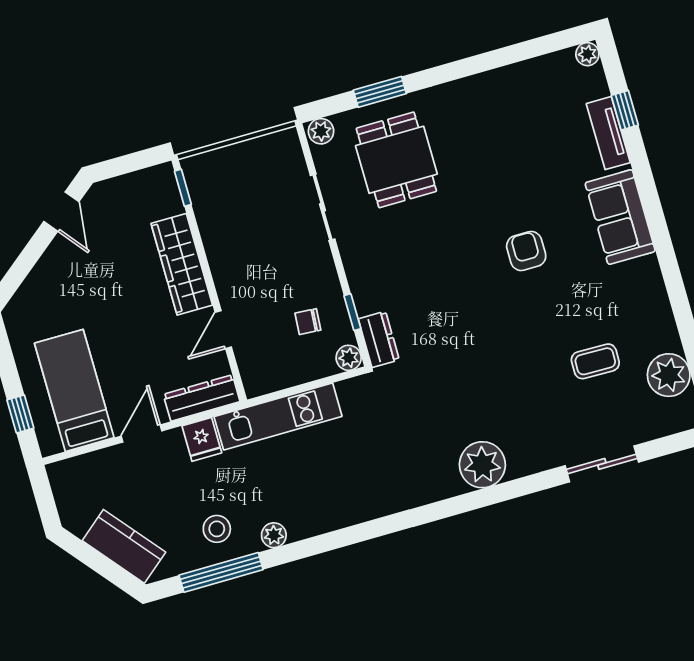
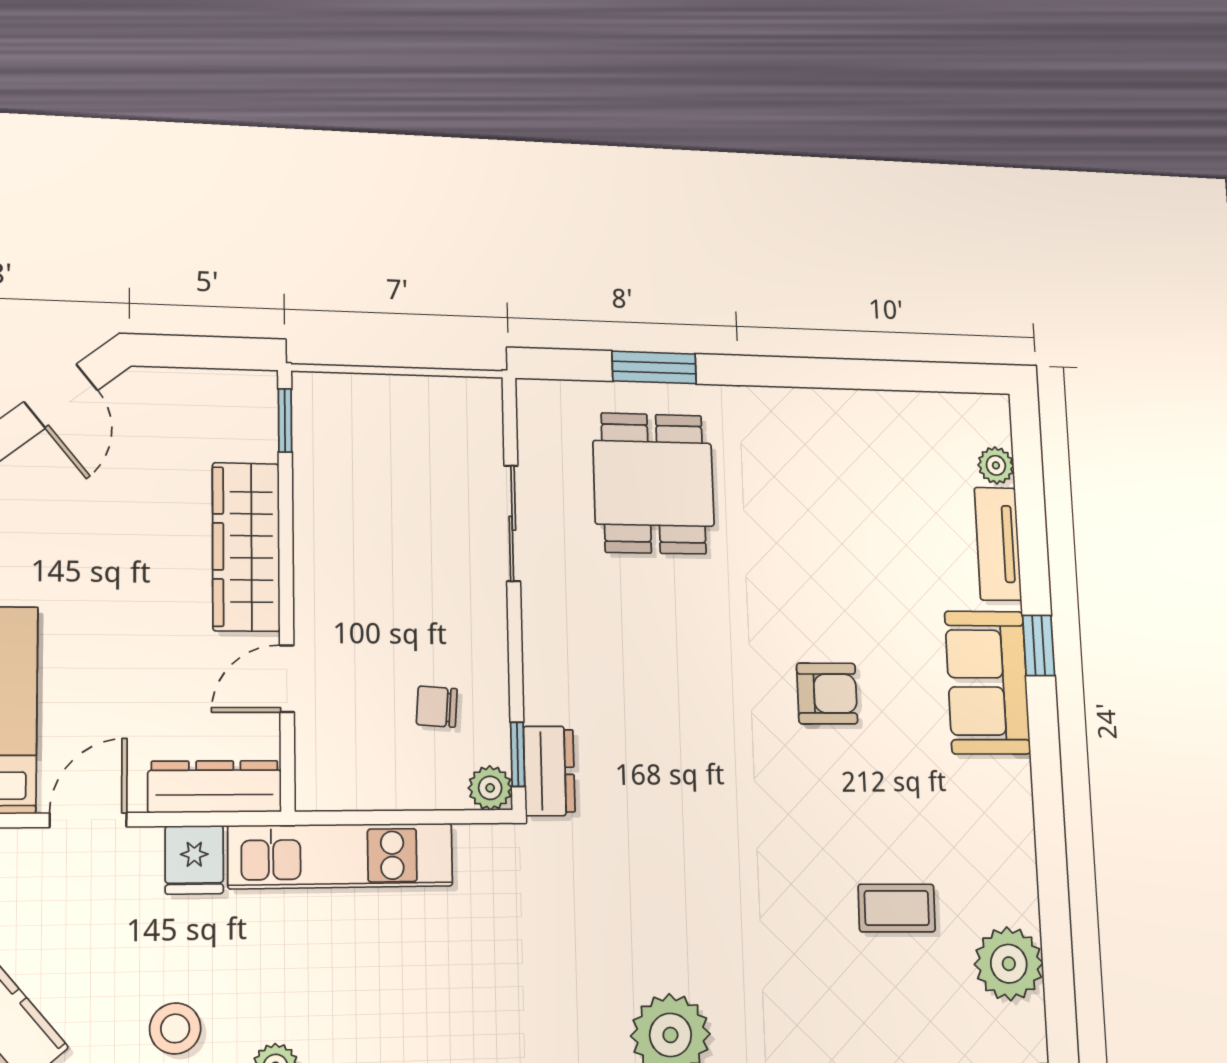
plant: (587, 54) -> (996, 465), moved
window: (625, 110) -> (1039, 645), moved
plant: (321, 131) -> (542, 400), removed
armchair: (526, 251) -> (827, 693), turned 90
window: (352, 312) -> (518, 754), moved

